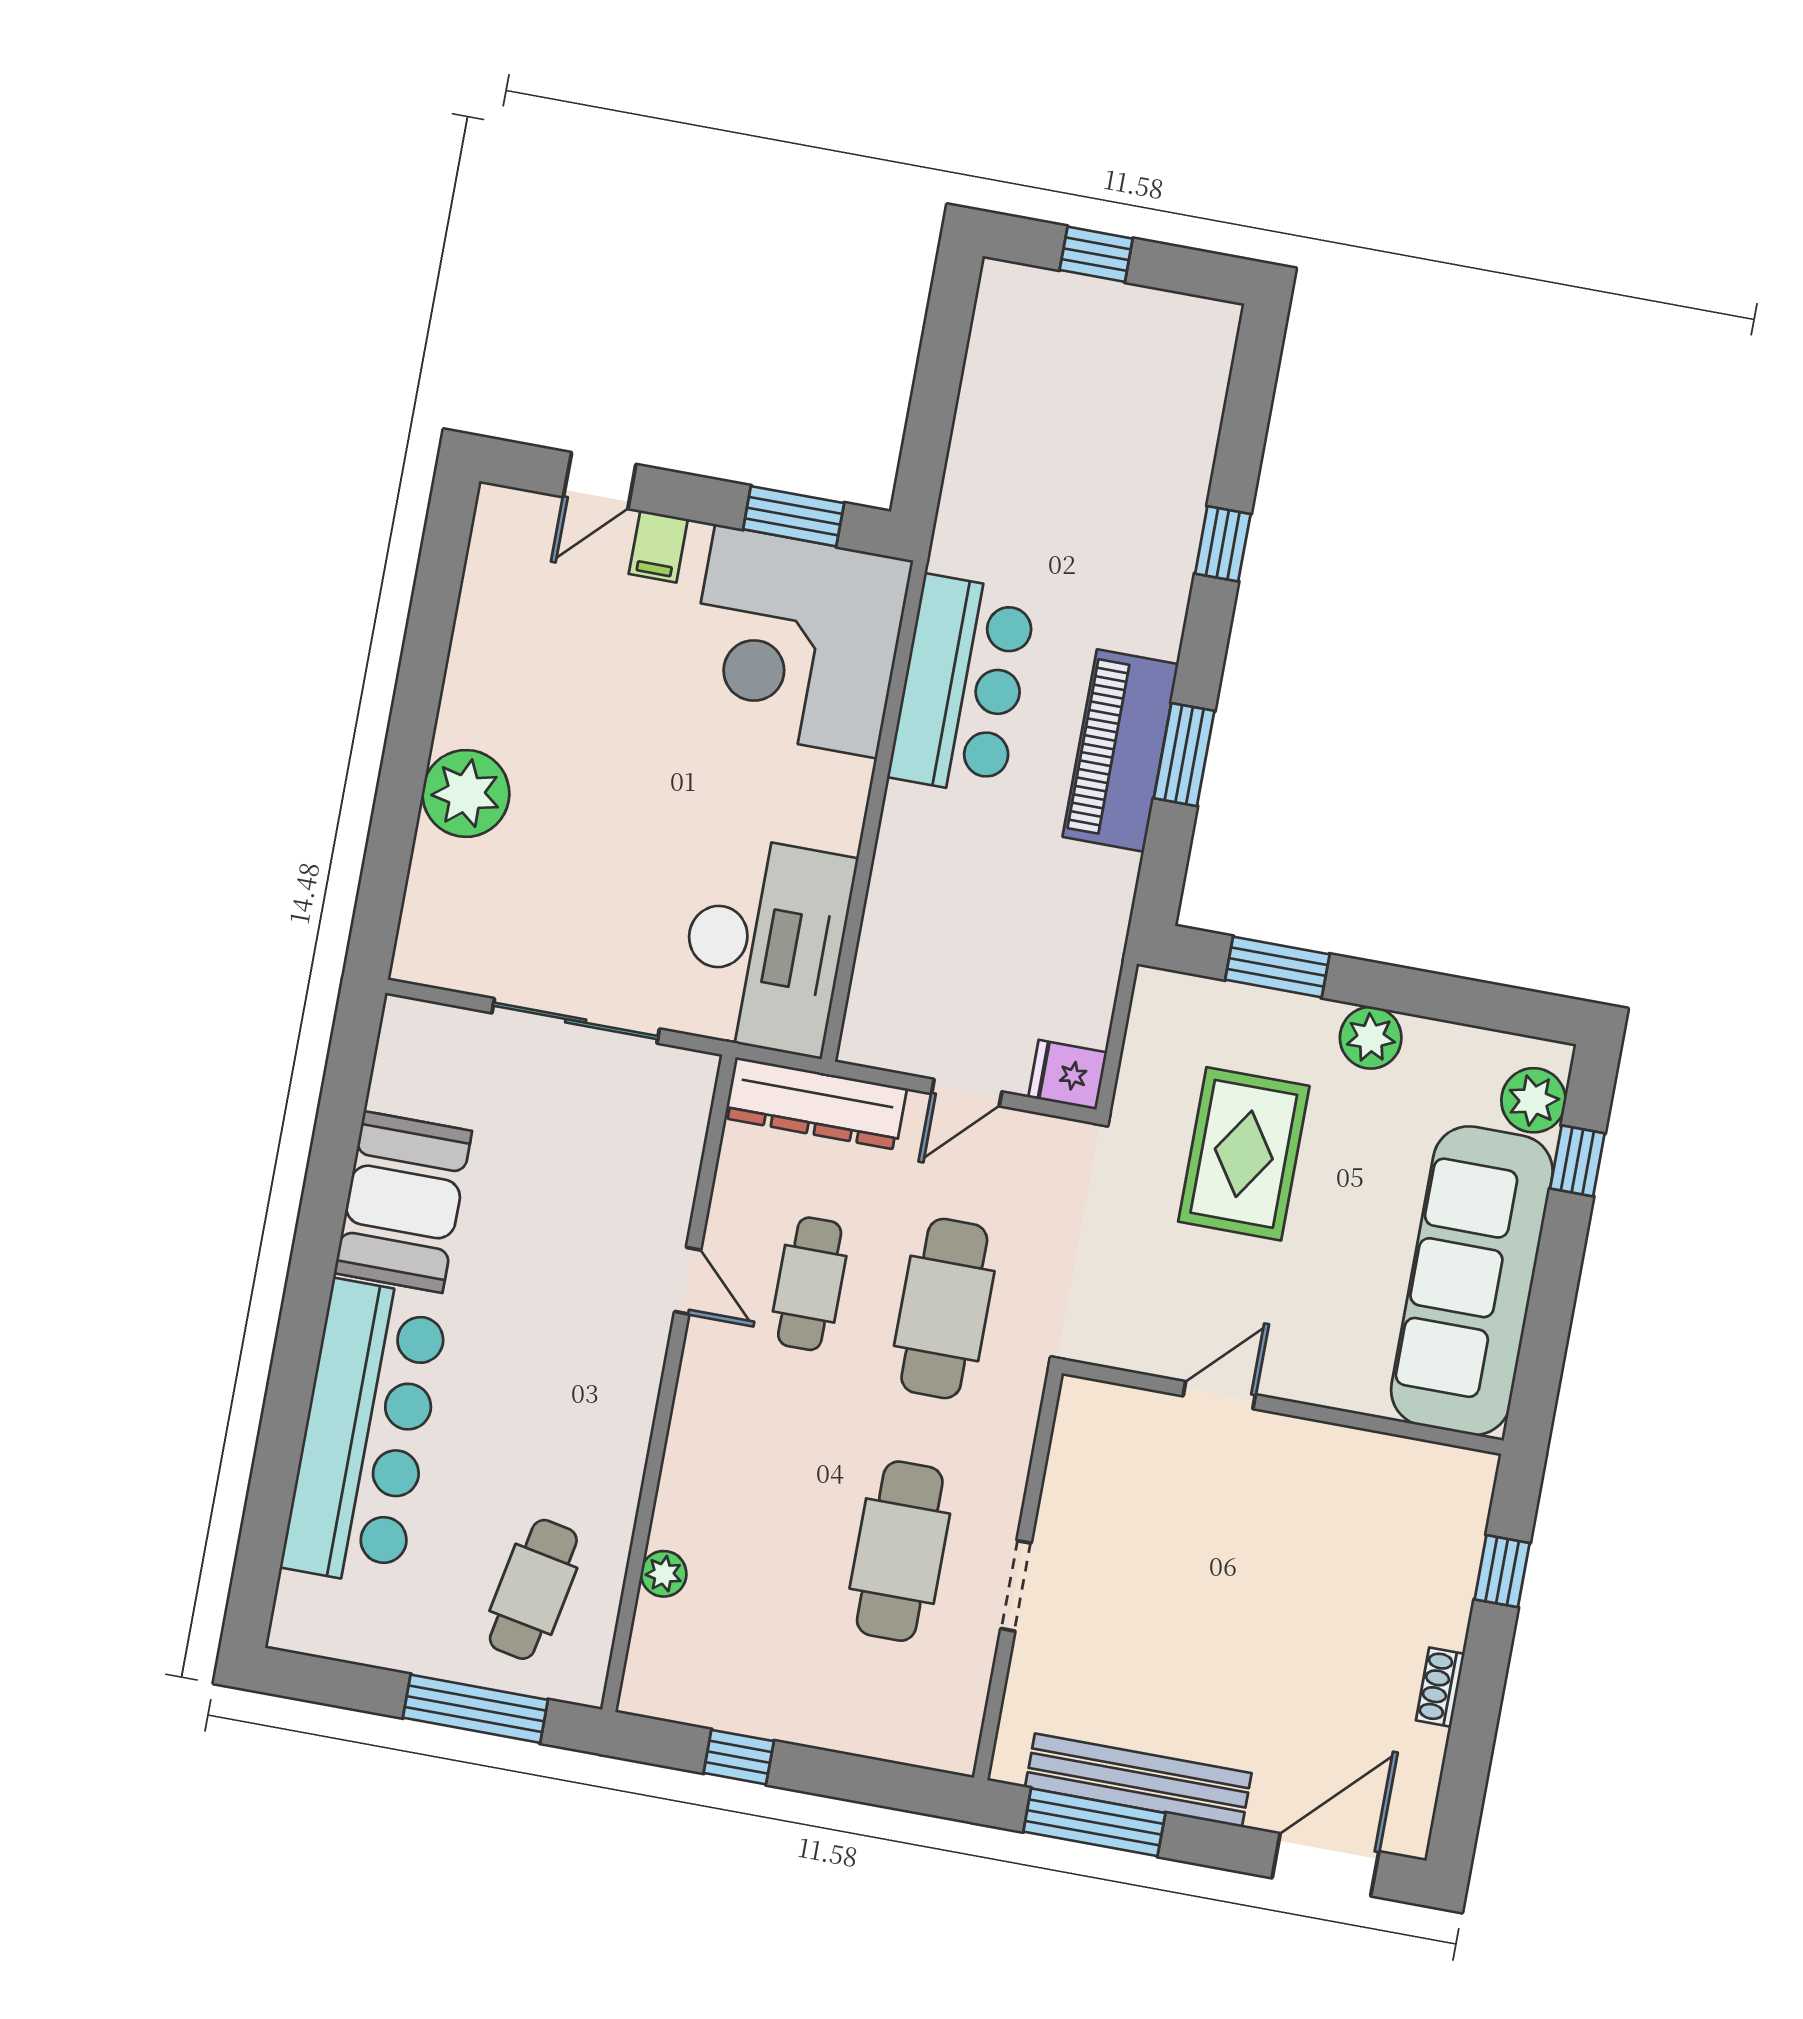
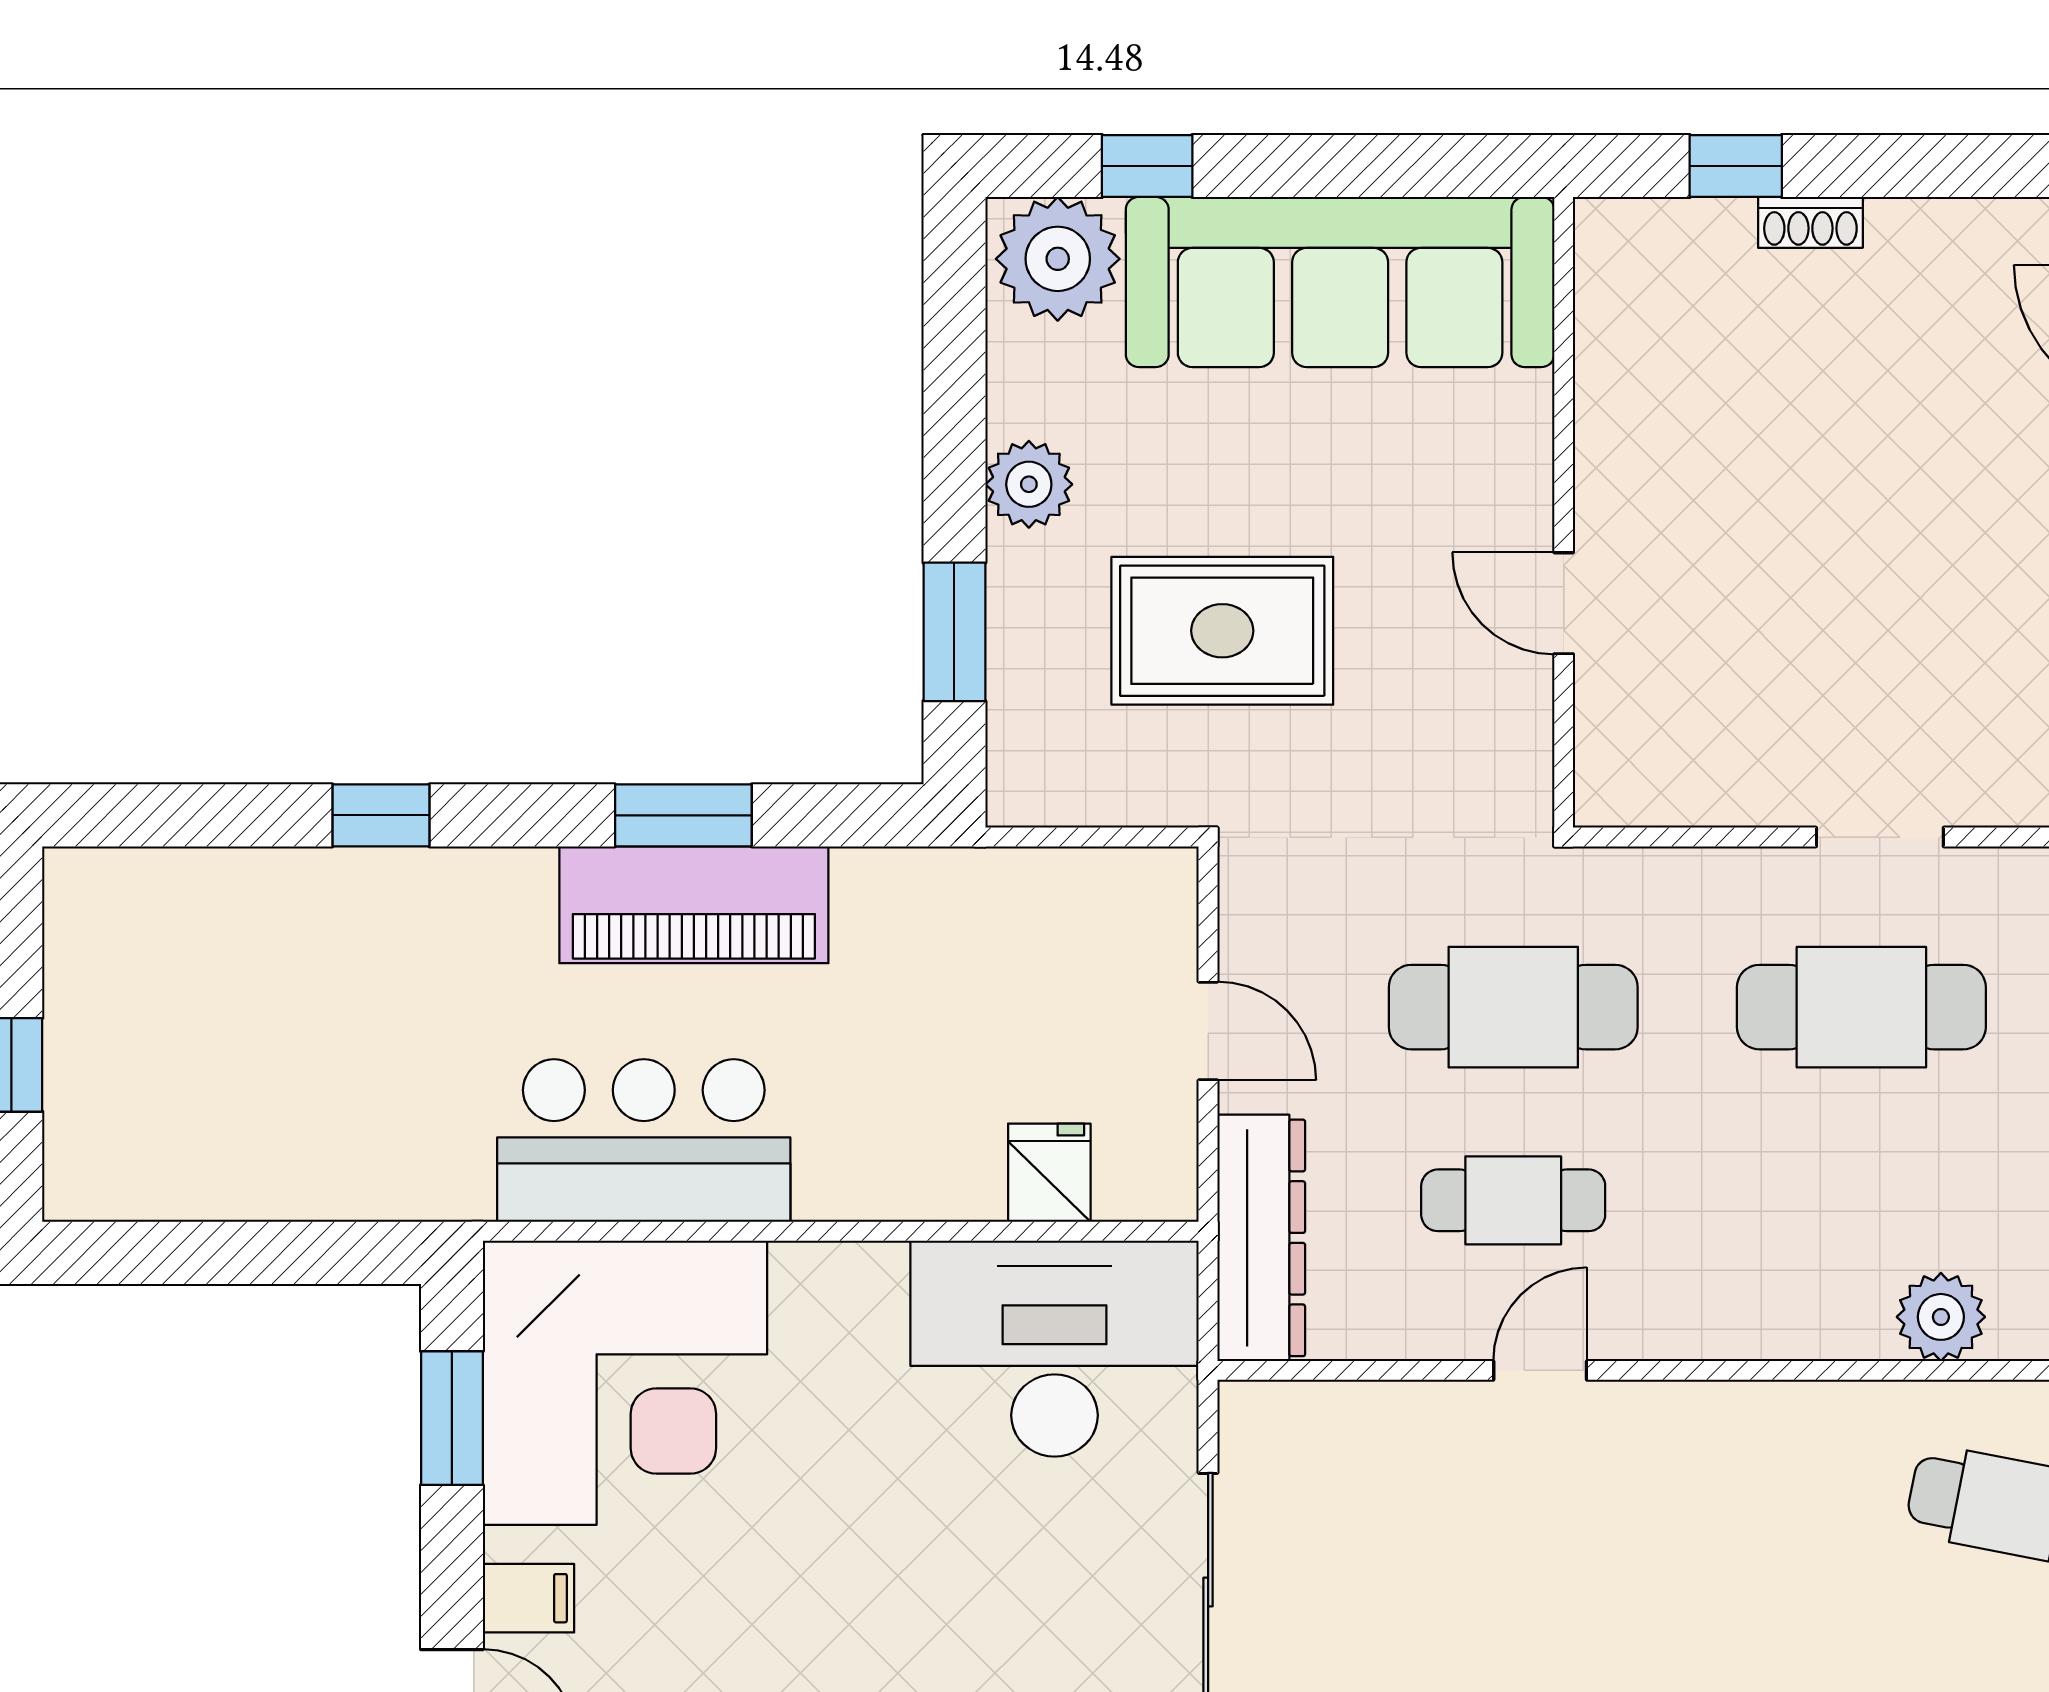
fridge: (1068, 1075) -> (1049, 1173), moved, turned 180
plant: (1534, 1100) -> (1058, 259), width x1.36, depth x1.36
plant: (664, 1574) -> (1941, 1317), width x1.38, depth x1.38
shoe rack: (1440, 1687) -> (1810, 222), moved

